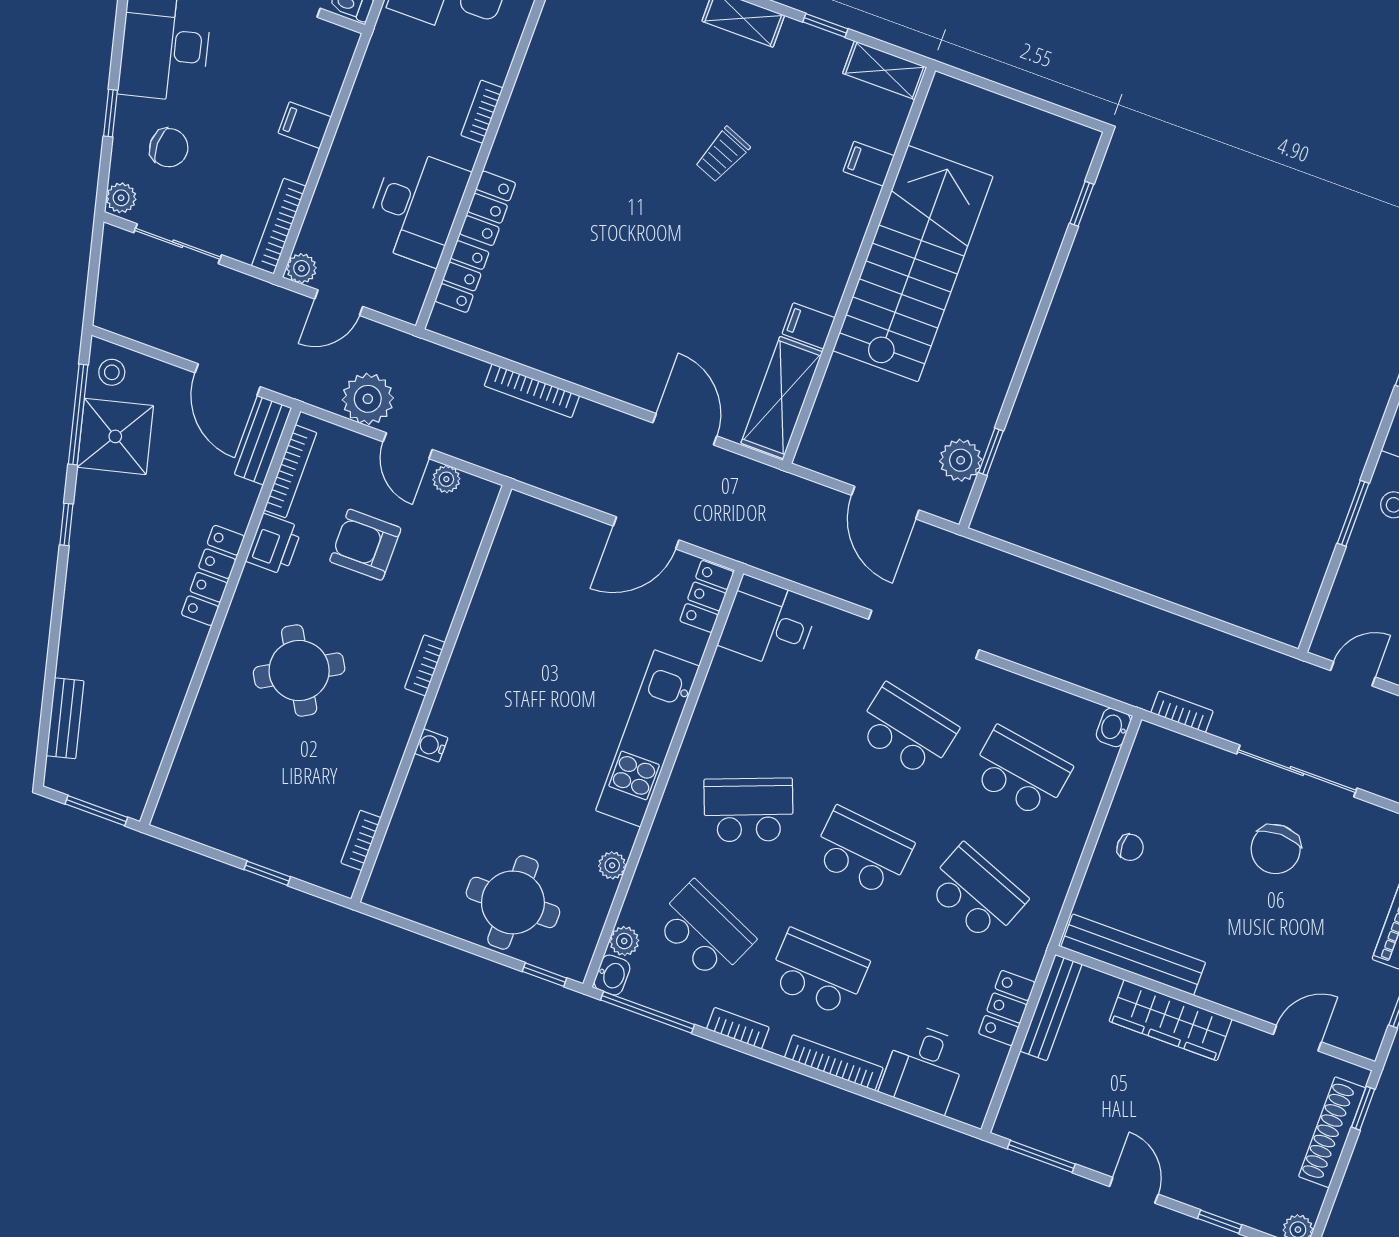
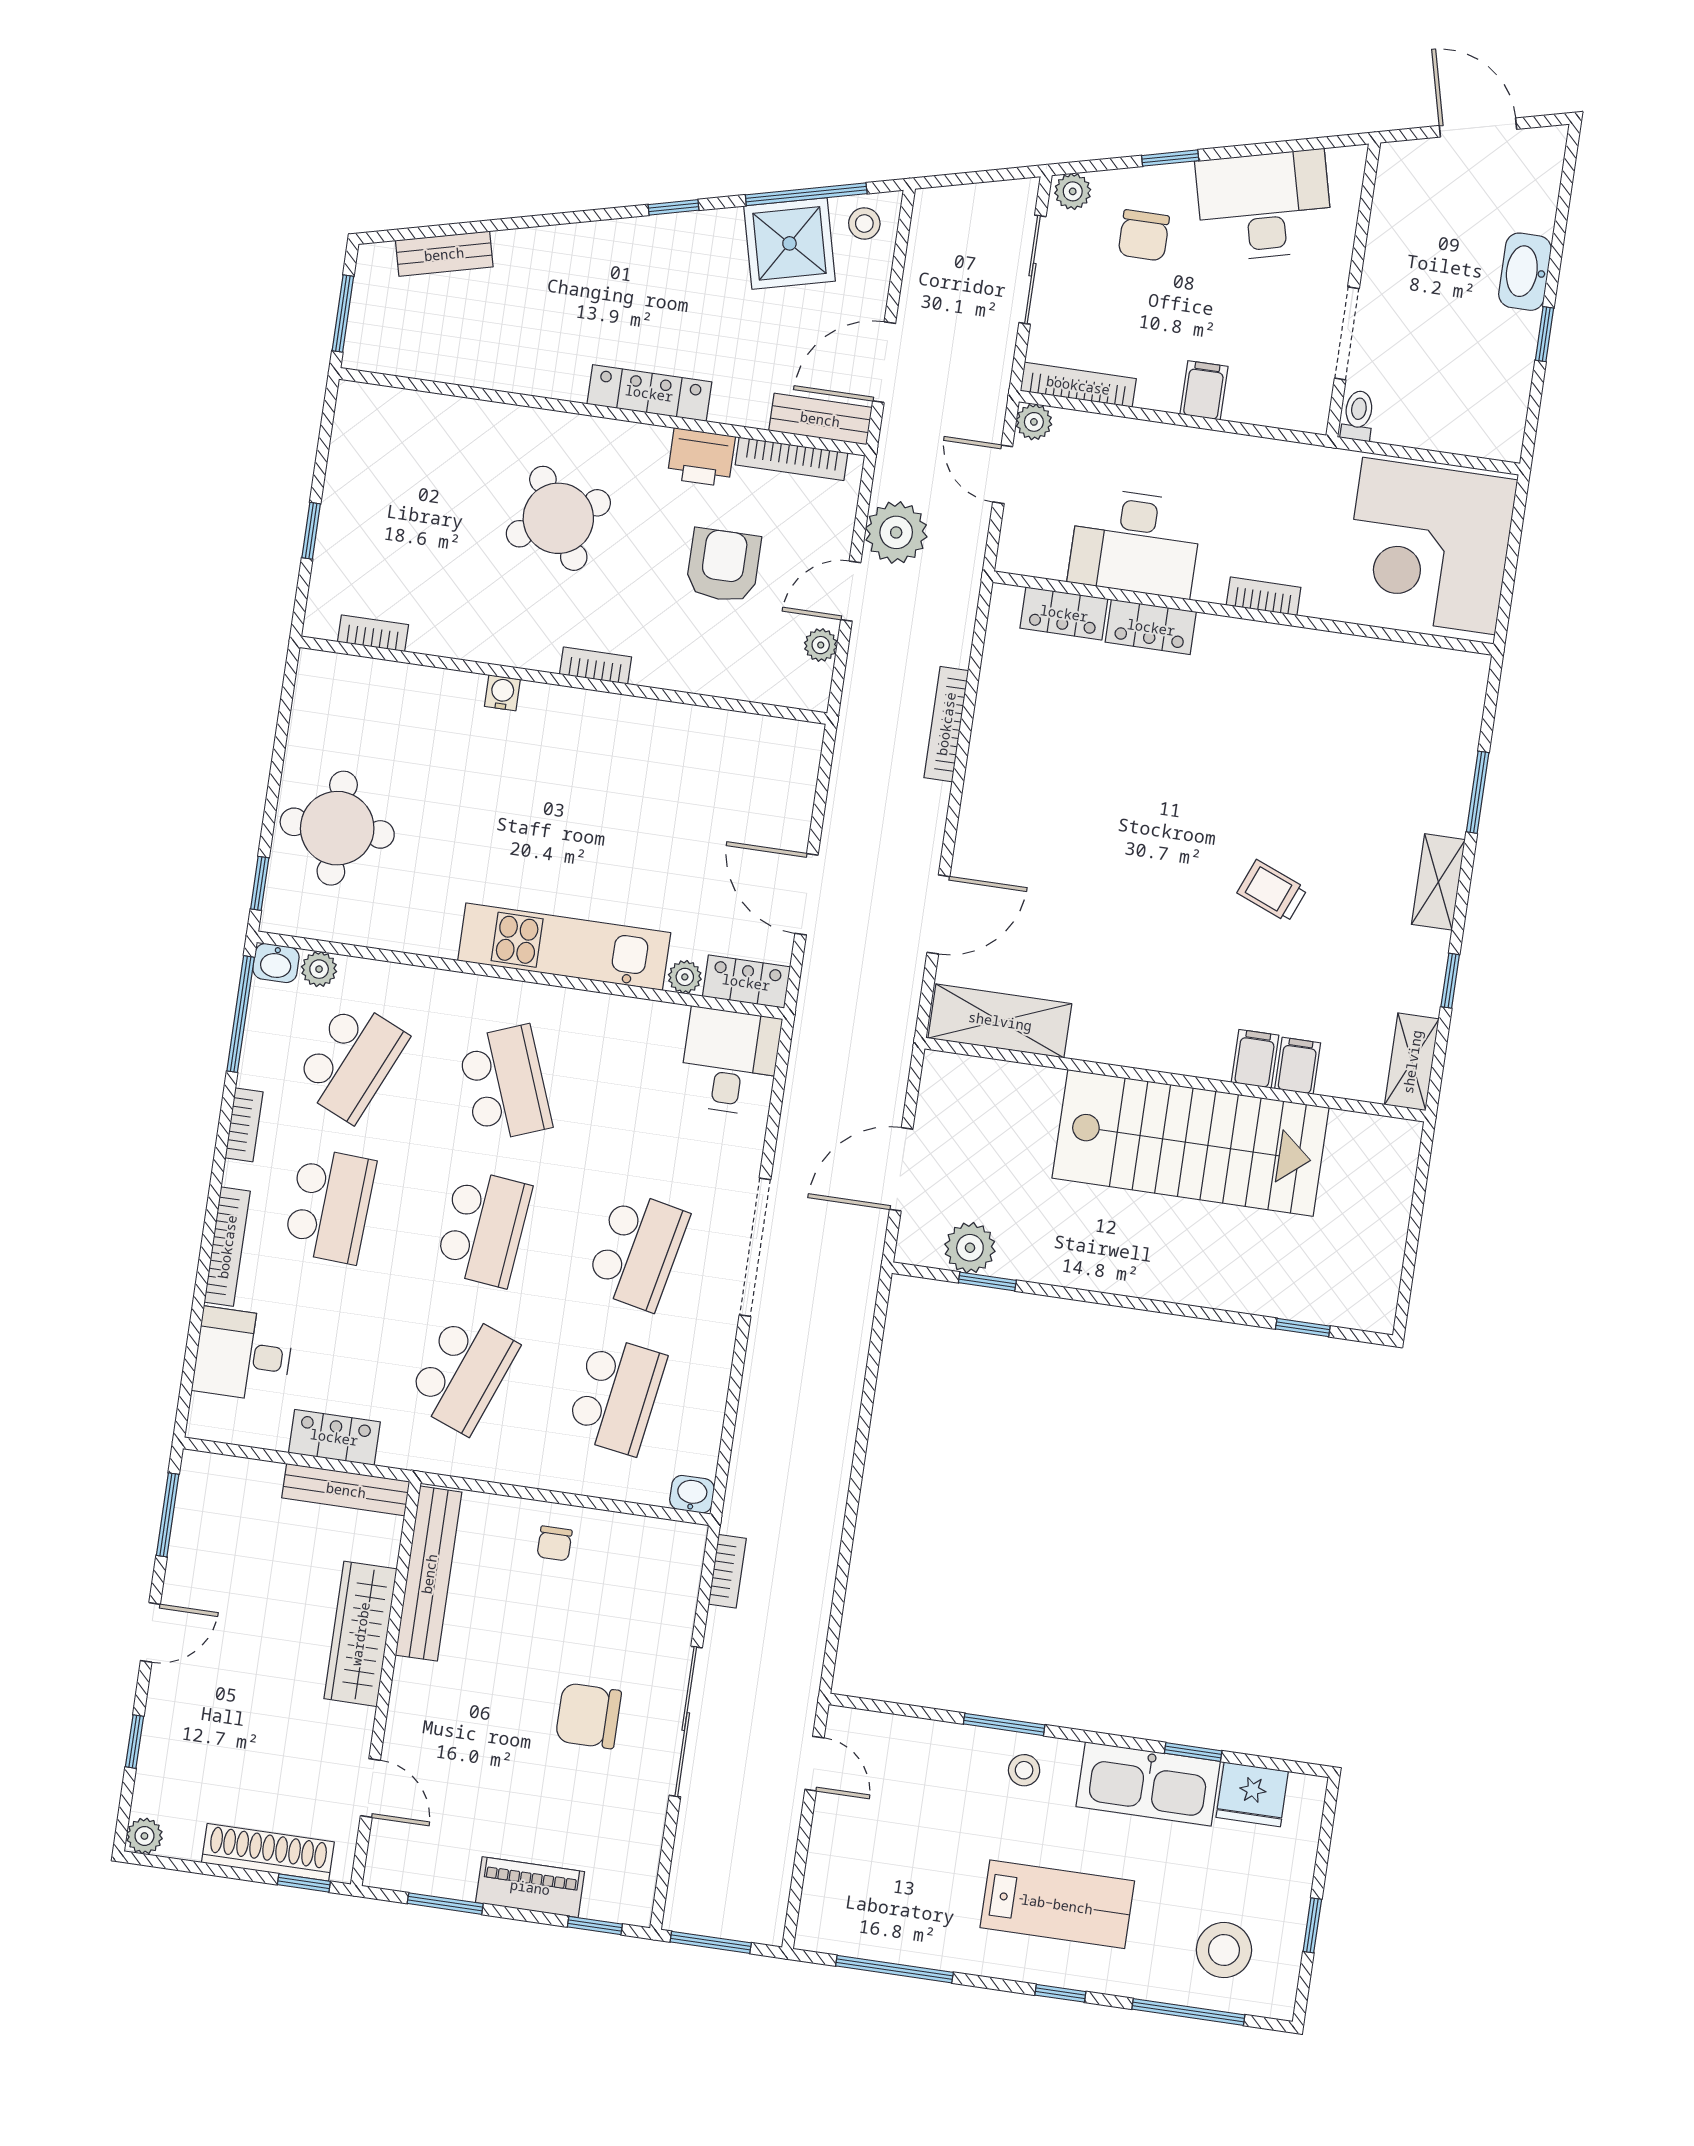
filing cabinet: (808, 326) -> (1255, 1059), moved
plant: (612, 865) -> (685, 977), moved

